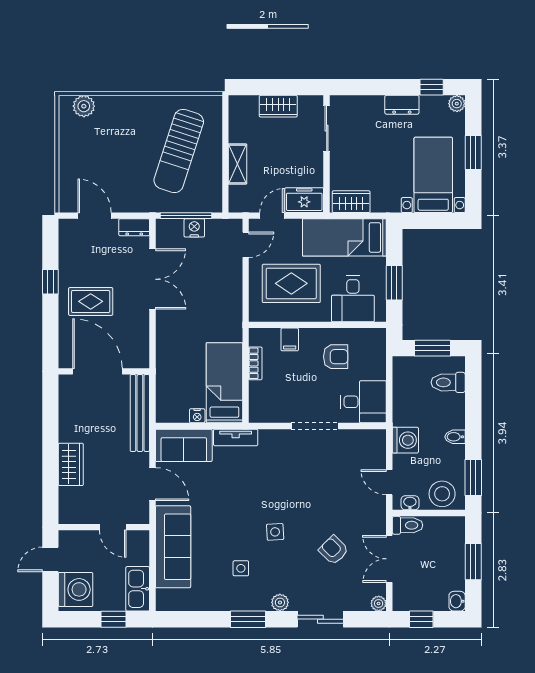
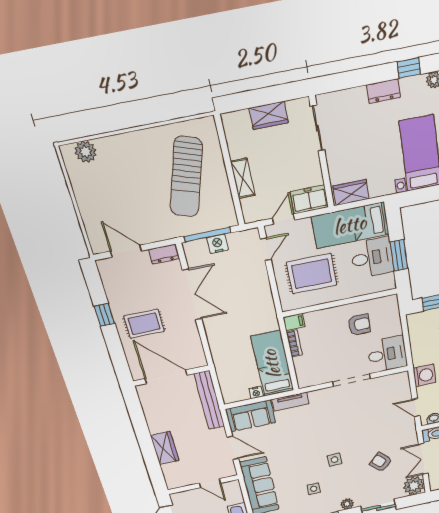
desk: (353, 299) -> (372, 258), moved, turned -90
filing cabinet: (290, 339) -> (294, 322), moved, turned -90
plant: (379, 603) -> (414, 486), width x1.88, depth x1.88

